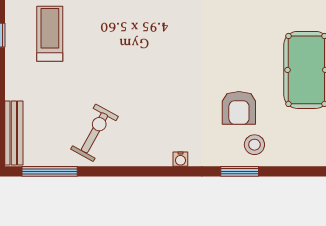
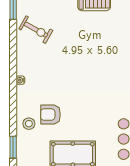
window: (240, 171) -> (13, 147), moved

